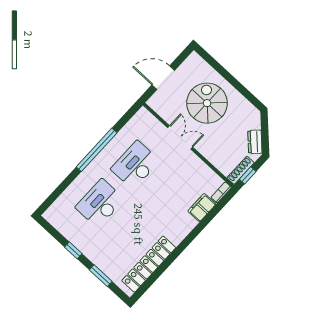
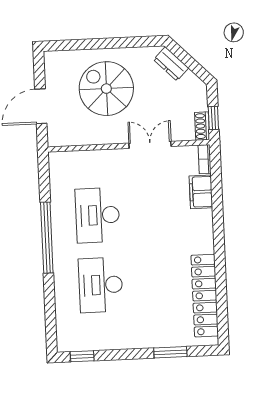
double door: (180, 137) -> (150, 145), moved
dresser: (255, 142) -> (171, 64), moved
shoe rack: (240, 170) -> (202, 126), width x0.70
window: (73, 250) -> (82, 356), moved

